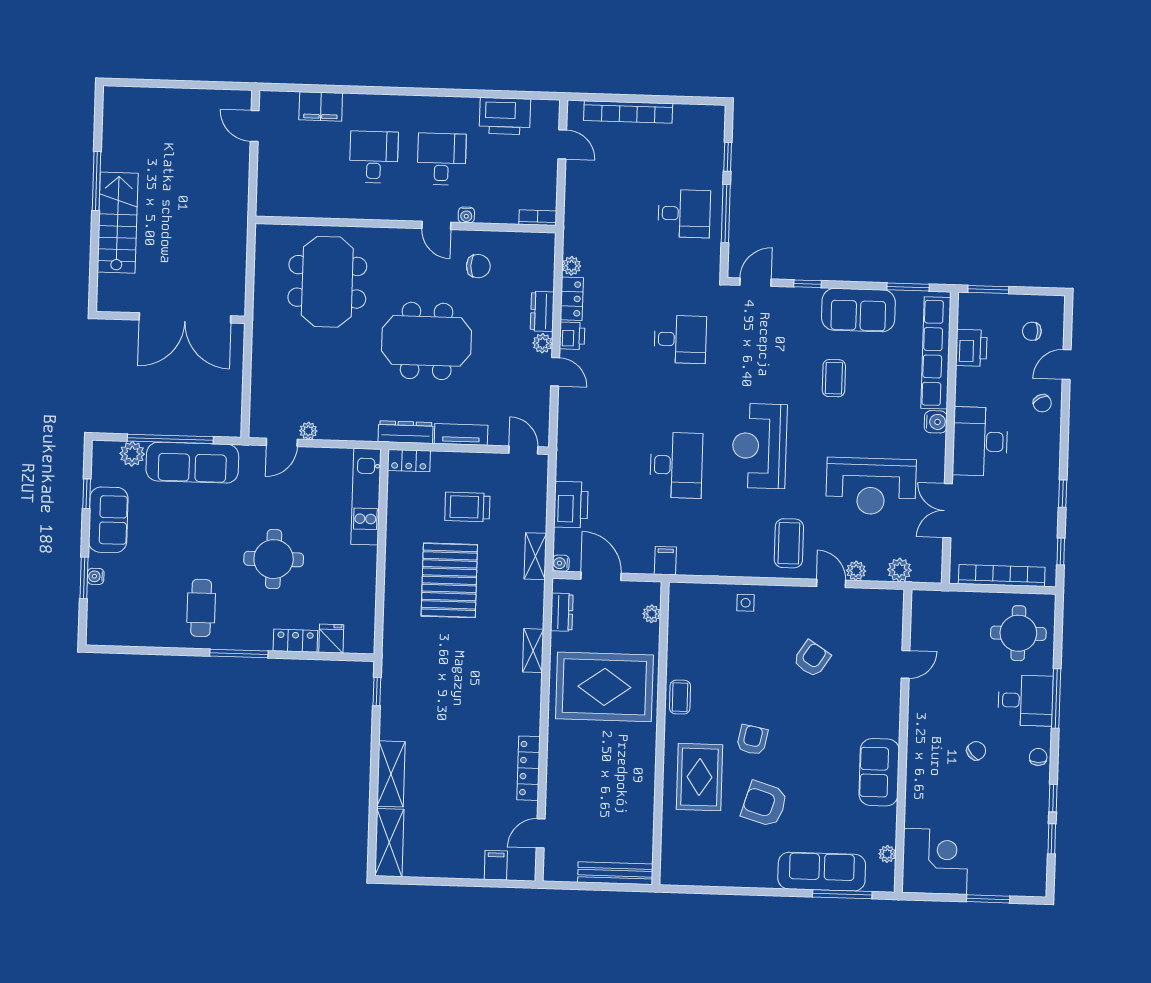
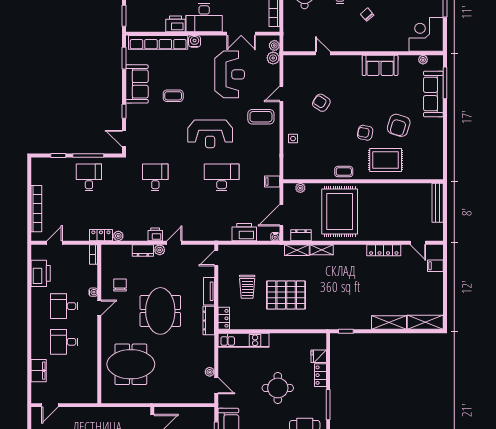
locker: (572, 299) -> (101, 235), moved
printer: (971, 348) -> (175, 24), moved
shelving: (535, 556) -> (297, 250), moved
plant: (856, 571) -> (274, 45), moved

